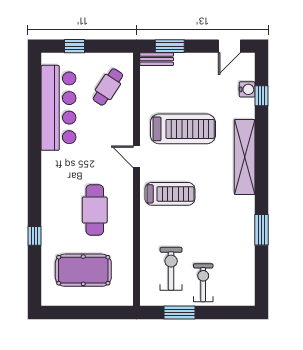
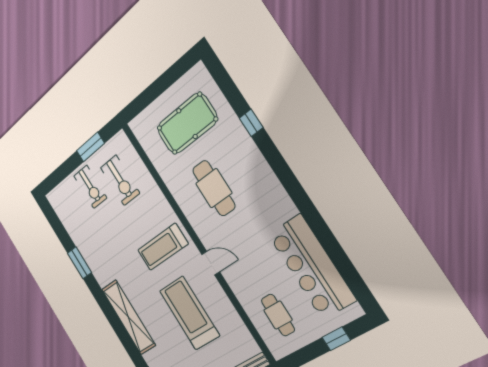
cafe table: (108, 87) -> (278, 315), turned -33
treadmill: (183, 129) -> (189, 313), turned 90

